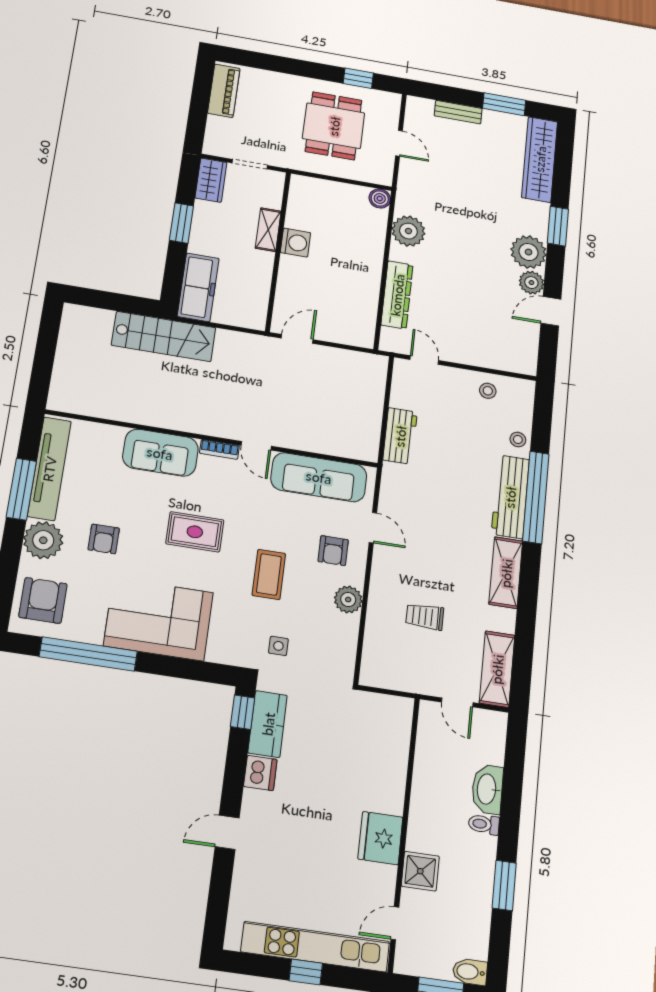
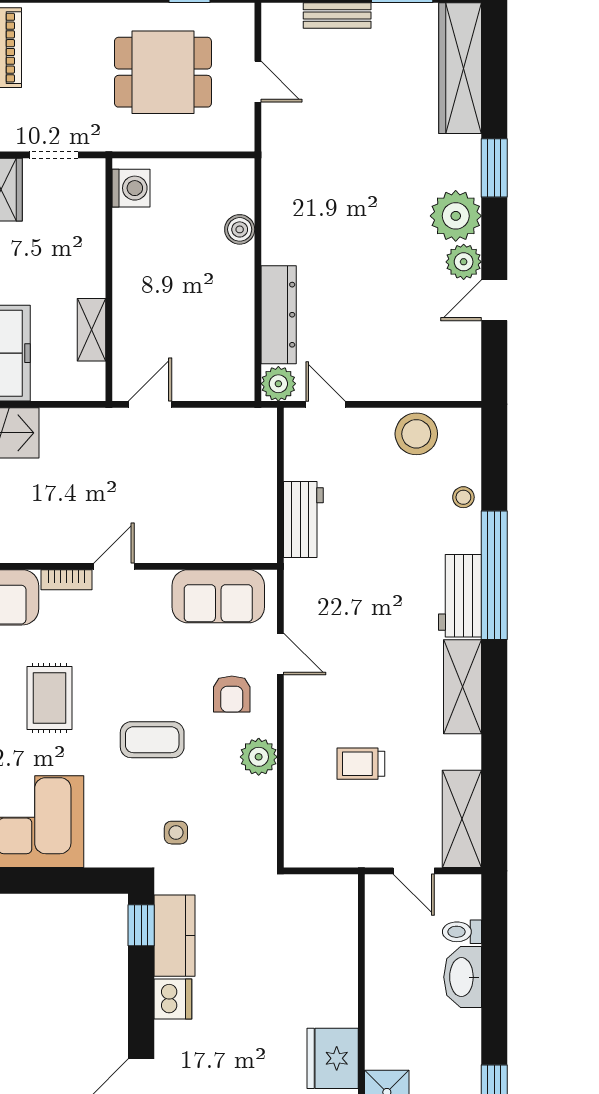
dining table: (334, 126) -> (163, 72), turned 90
boiler: (380, 199) -> (240, 229), moved
shelving: (268, 230) -> (91, 330), moved
plant: (408, 231) -> (278, 384), moved, width x0.73, depth x0.73
washing machine: (295, 243) -> (131, 188), moved
stool: (488, 391) -> (416, 434), width x1.89, depth x1.89
door: (256, 446) -> (114, 566), swing flipped
sofa: (319, 477) -> (218, 596), width x0.73
workbench: (510, 497) -> (460, 596), width x0.73
rug: (195, 532) -> (50, 698), turned 90
coffee table: (269, 574) -> (152, 740), turned 90
toilet: (484, 824) -> (462, 932), moved

